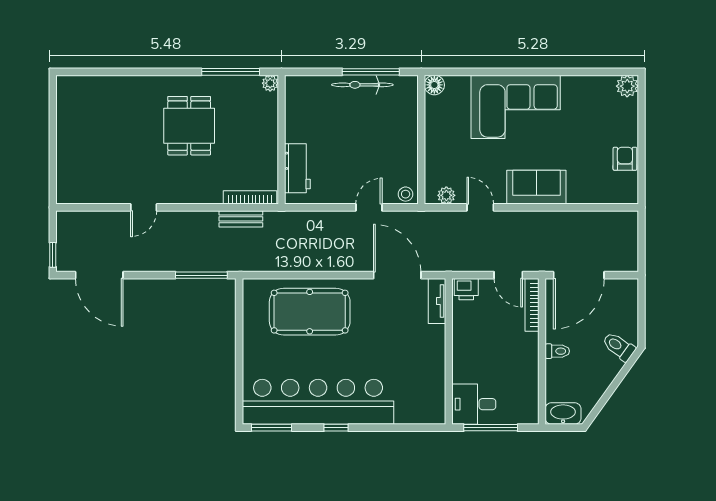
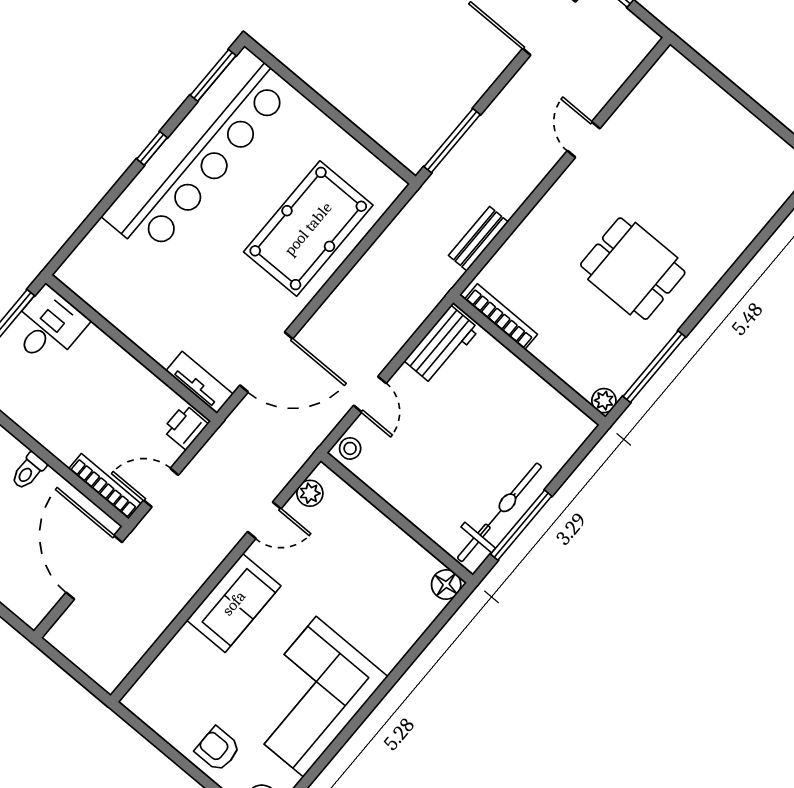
bicycle: (362, 85) -> (499, 512), width x1.37, depth x1.40
corner sofa: (516, 107) -> (310, 697), moved
armchair: (625, 159) -> (218, 749), moved, turned 180
workbench: (297, 168) -> (442, 345), moved, turned -90
bookcase: (250, 197) -> (501, 317), moved, turned -90

